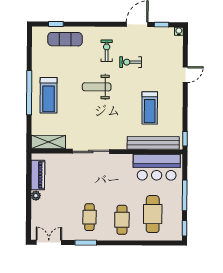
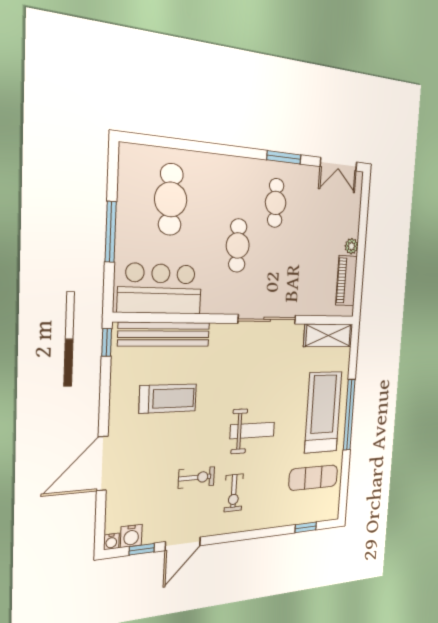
water cooler: (168, 33) -> (131, 536), added
exercise mat: (65, 39) -> (313, 478), moved
door: (185, 75) -> (102, 464), width x1.87
treadmill: (49, 95) -> (323, 412), width x1.37, depth x1.38
treadmill: (150, 108) -> (168, 398), turned 90
cafe table: (122, 220) -> (238, 245), moved
window: (184, 228) -> (113, 166), removed

